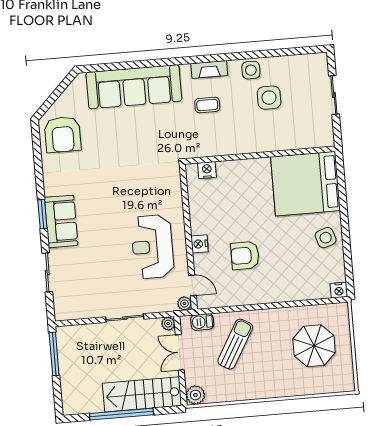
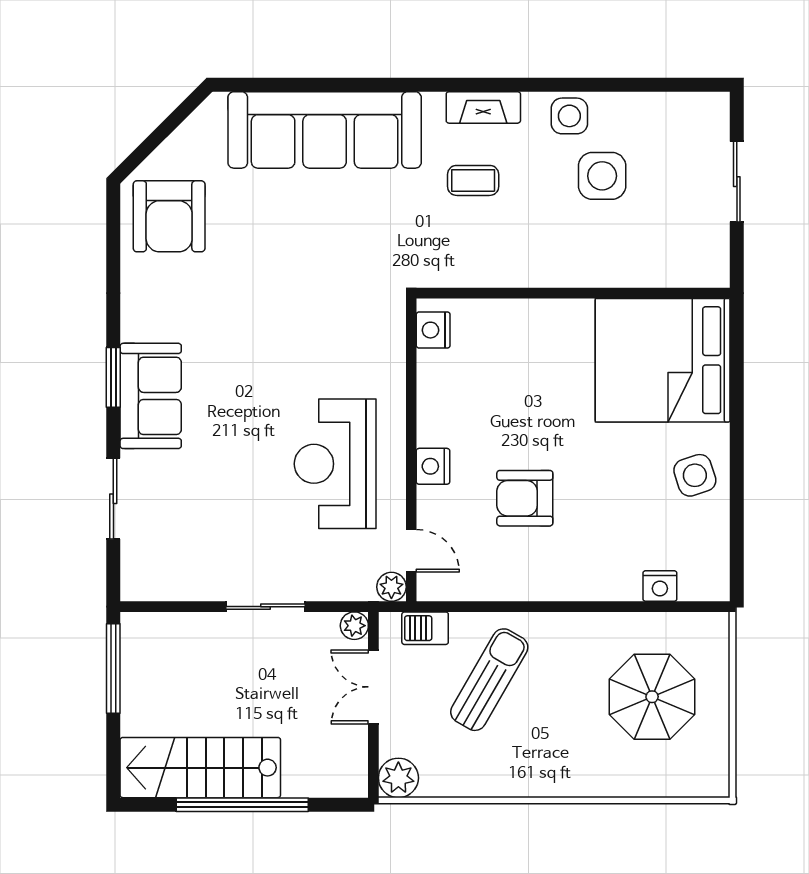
nightstand: (207, 170) -> (433, 330), moved, turned -90
nightstand: (339, 290) -> (660, 586), moved
stairs: (142, 394) -> (200, 768), moved

